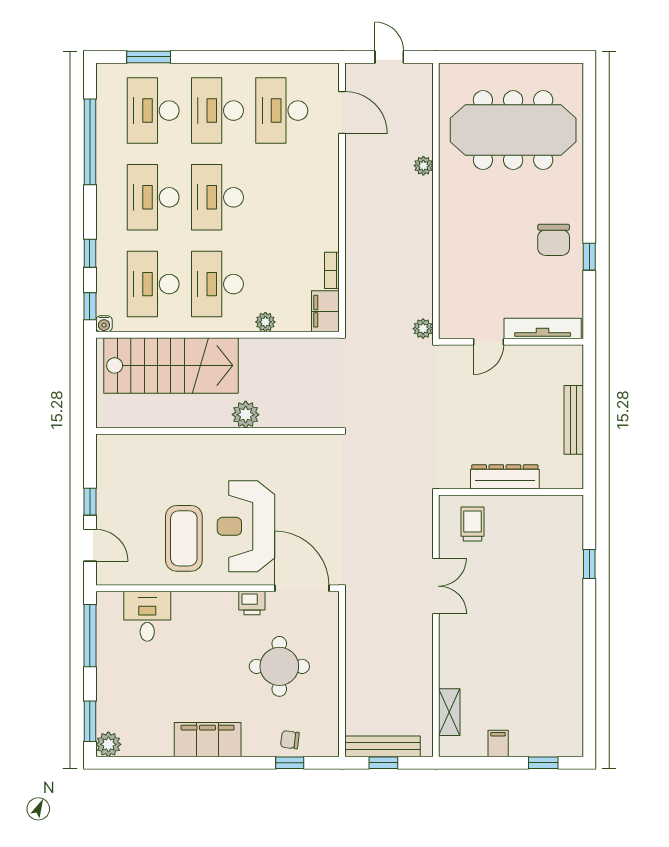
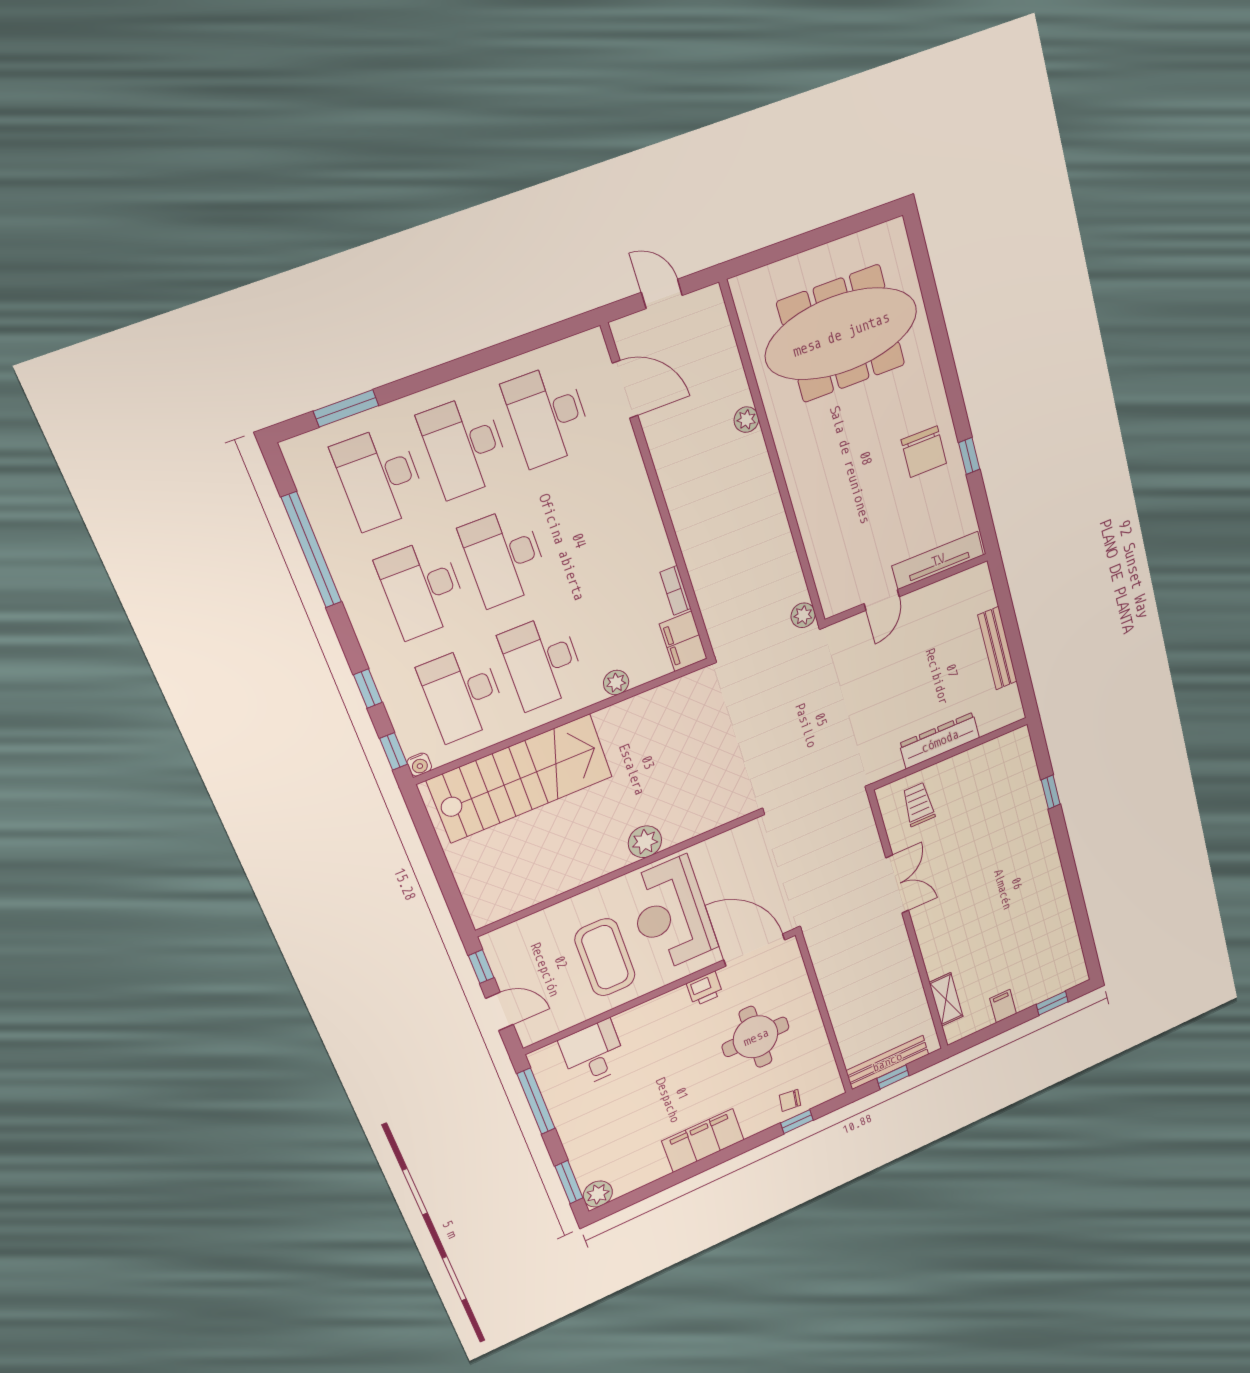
plant: (246, 415) -> (645, 842), moved
wall: (217, 431) -> (619, 873), moved

